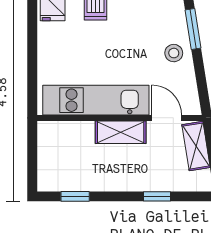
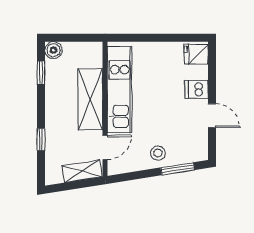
shelving: (121, 132) -> (90, 99), width x1.50, depth x1.33
boiler: (48, 181) -> (54, 50), added

